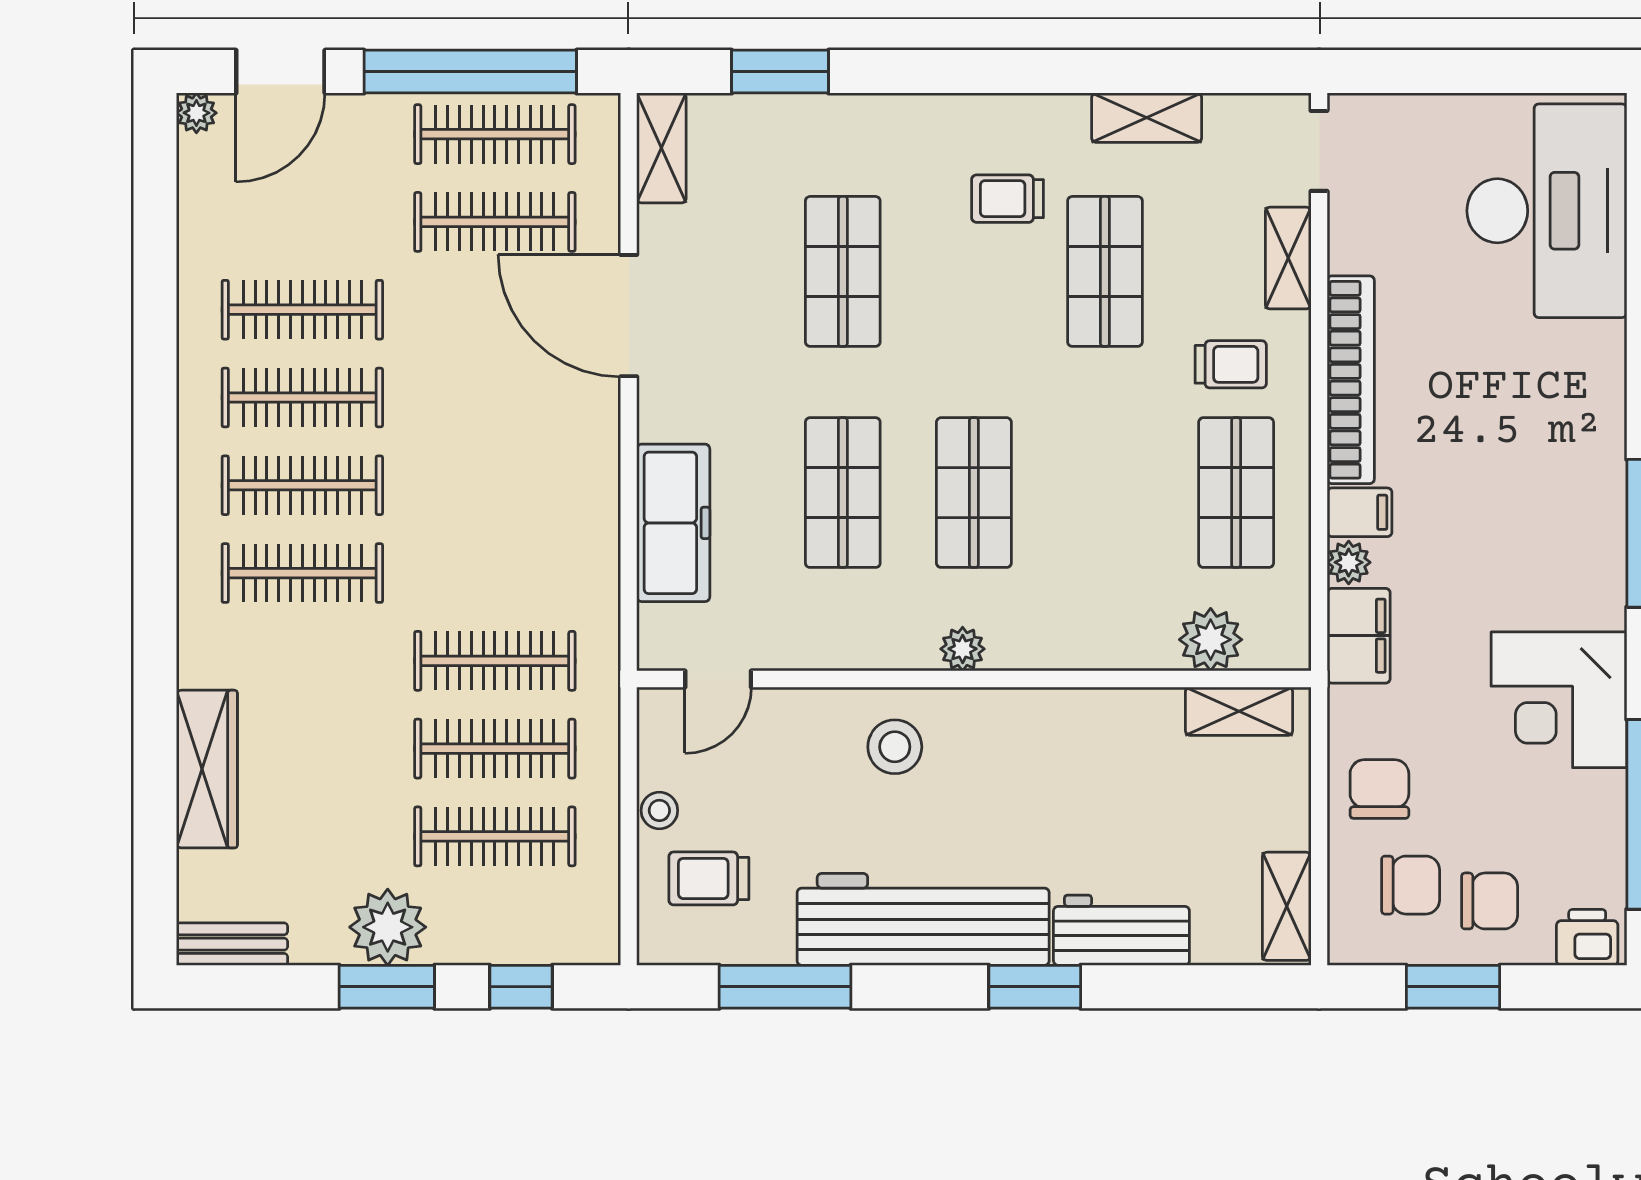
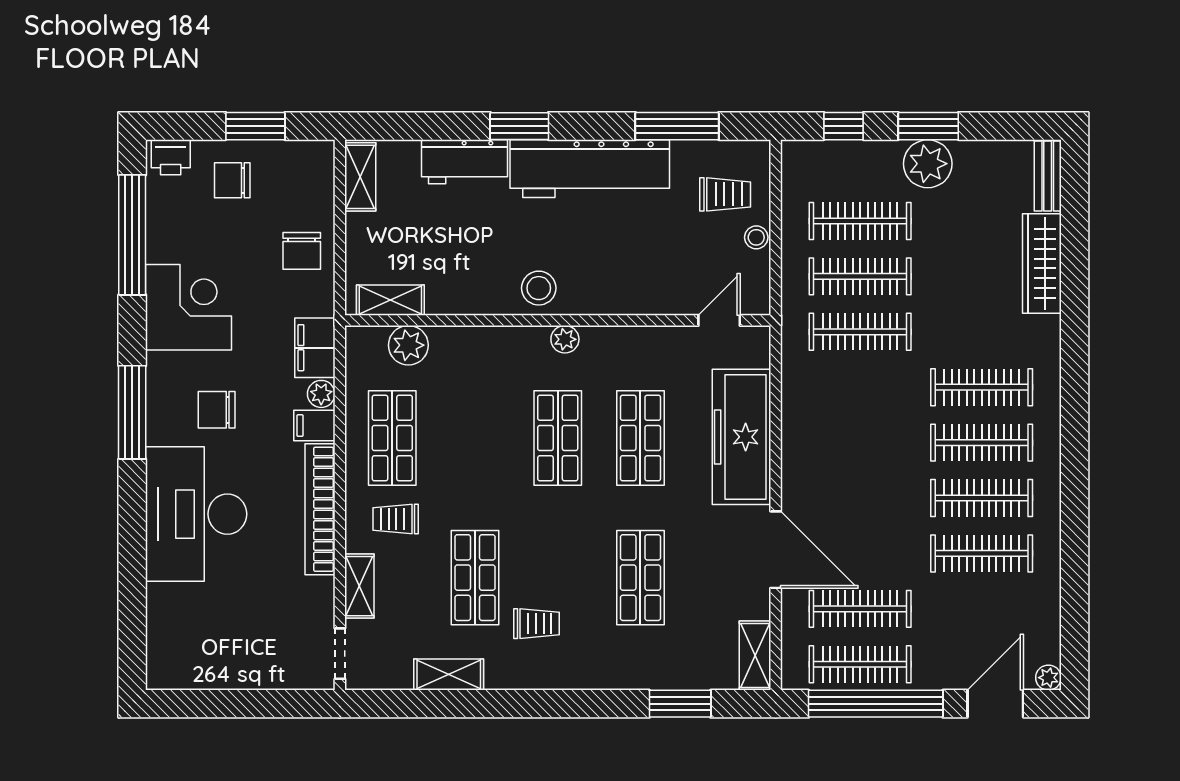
desk: (1547, 211) -> (196, 514), moved
freezer: (673, 523) -> (741, 437), width x1.36, depth x1.26
stool: (895, 747) -> (539, 288), moved
chair: (1411, 885) -> (217, 410), moved
bench: (232, 944) -> (1048, 176), moved, turned 90

